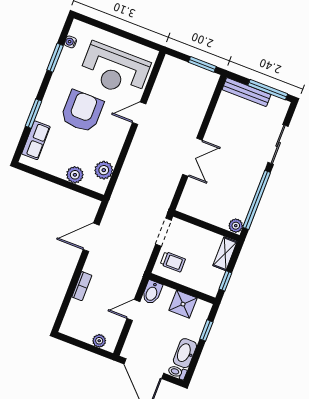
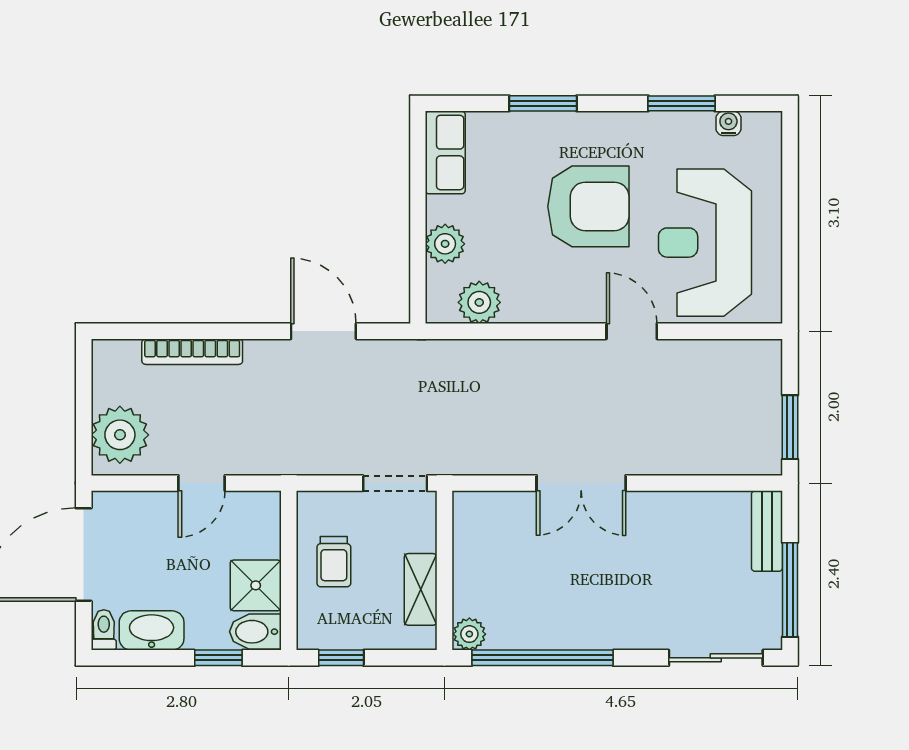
bench: (246, 92) -> (767, 531), width x0.73
row of seats: (36, 140) -> (445, 152), moved, turned -90
sliding door: (278, 144) -> (716, 658), moved
shelving: (225, 254) -> (421, 589), moved, turned 90
trolley: (173, 262) -> (334, 562), moved
bookcase: (82, 286) -> (192, 352), width x1.56
bidet: (152, 292) -> (255, 632), moved
door: (133, 310) -> (202, 483), swing flipped
plant: (99, 341) -> (120, 435), width x1.88, depth x1.88

